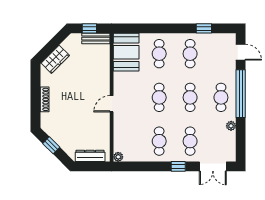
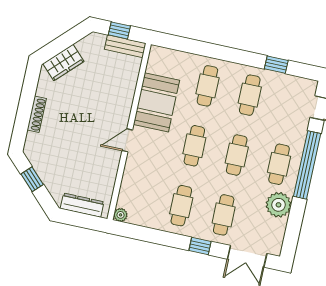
booth: (126, 52) -> (156, 102), moved
plant: (231, 126) -> (279, 205), width x1.88, depth x1.88

